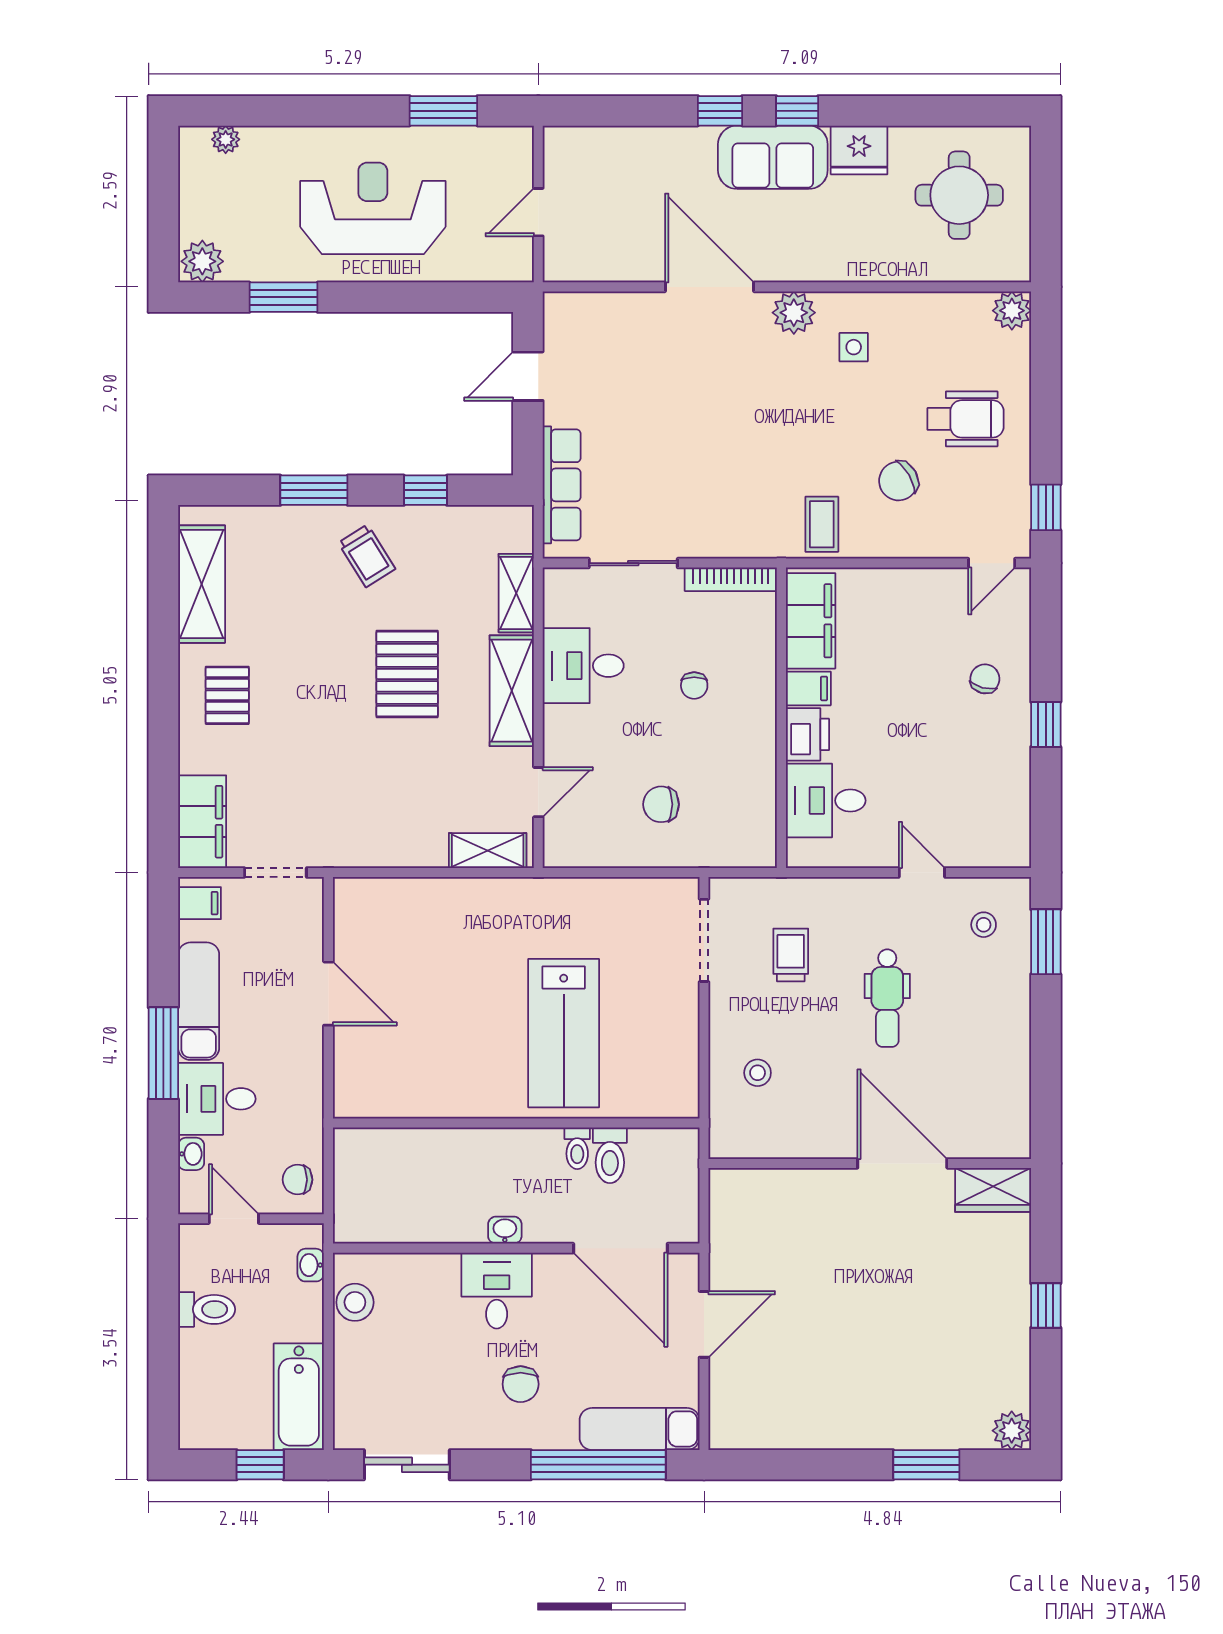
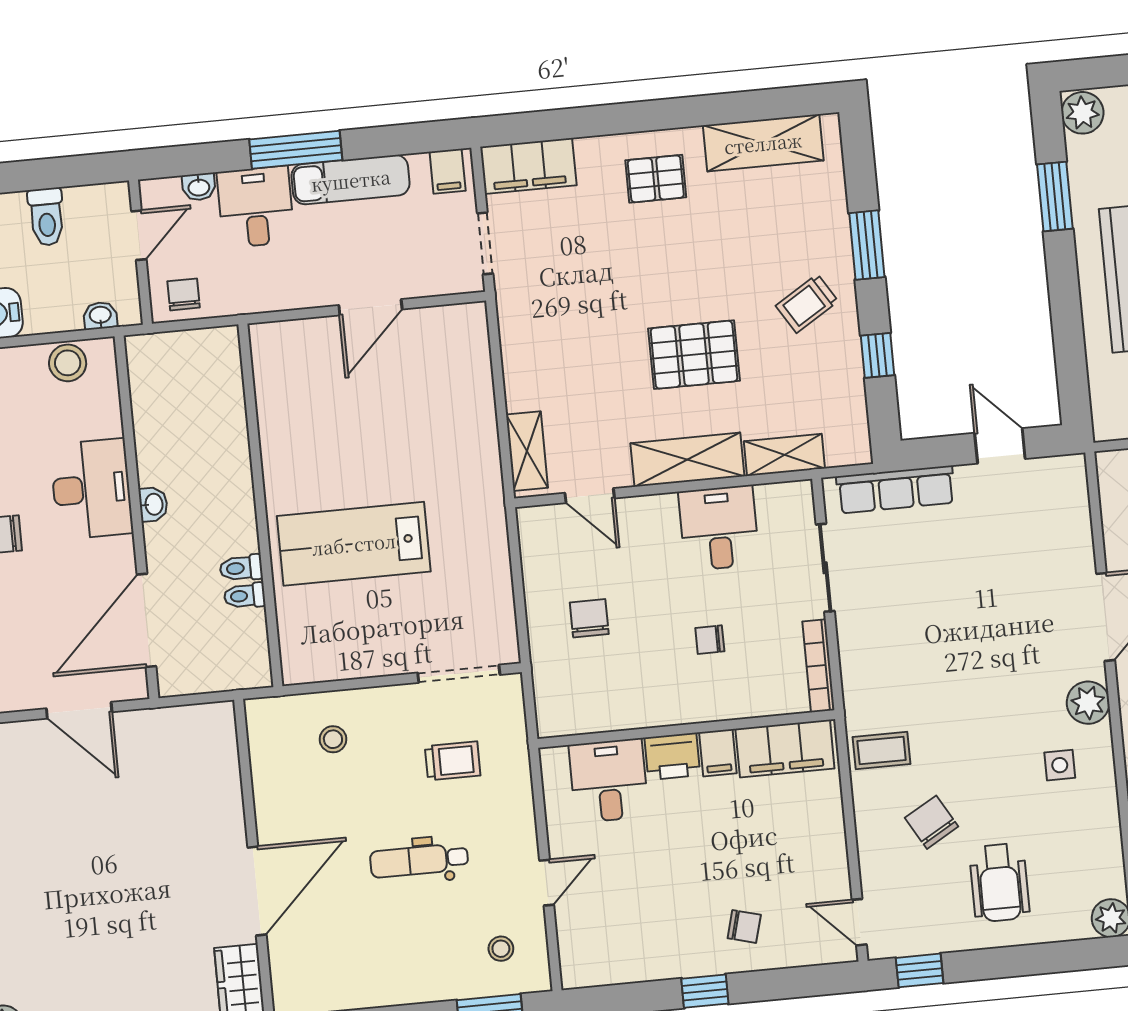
toilet: (610, 1155) -> (245, 596), width x0.73, depth x0.72
desk: (497, 1291) -> (91, 489), width x1.37

